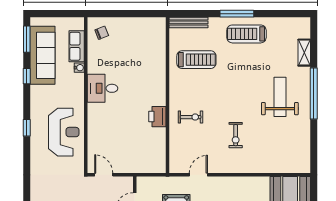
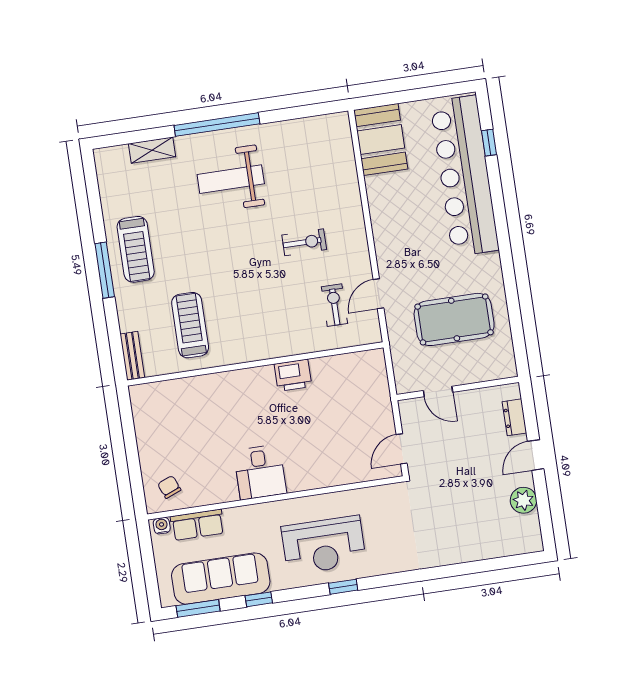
bench: (188, 22) -> (132, 356), width x0.73
water cooler: (79, 68) -> (162, 526), moved
exercise bike: (191, 117) -> (334, 305), moved
reception desk: (64, 132) -> (324, 545), moved, turned 180
door: (198, 175) -> (378, 294), hinge flipped

